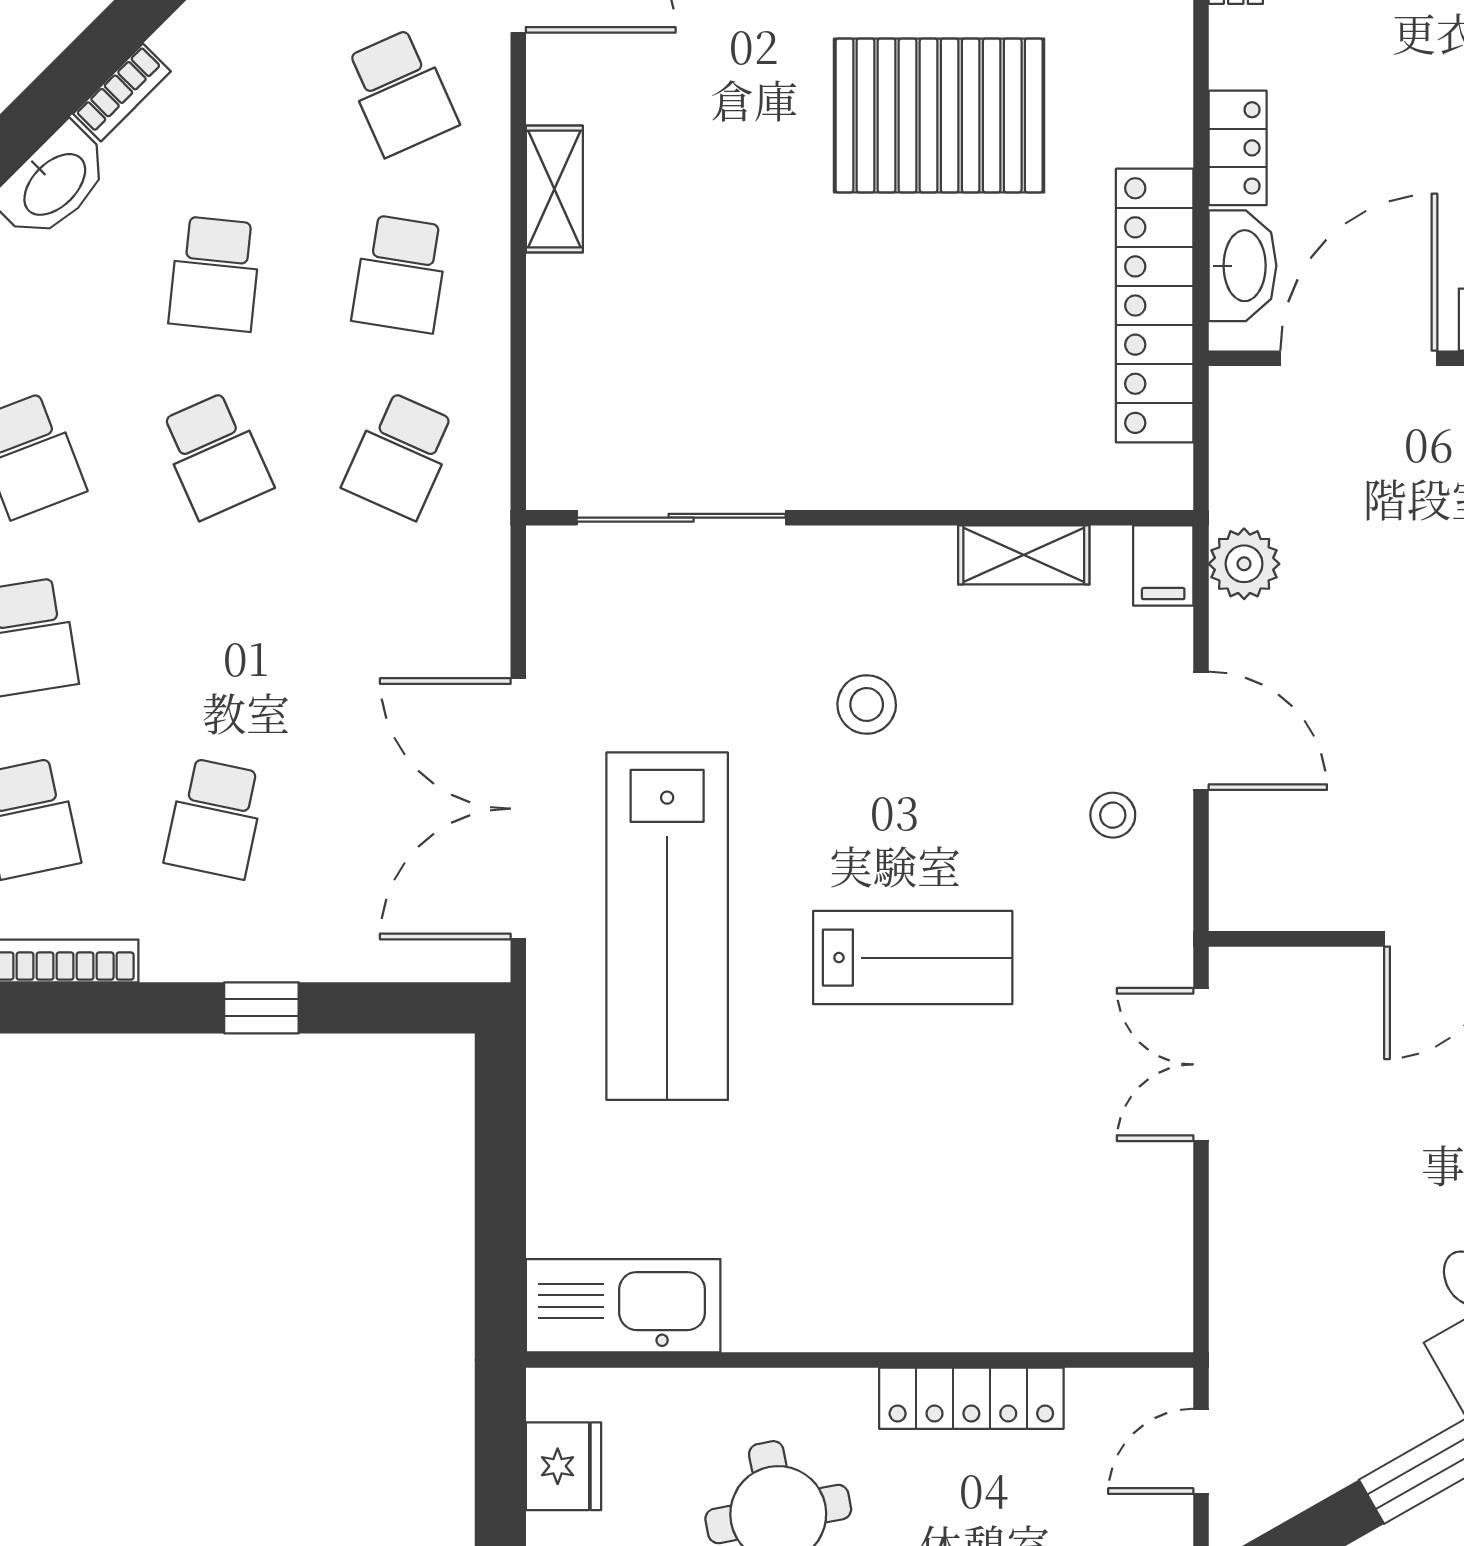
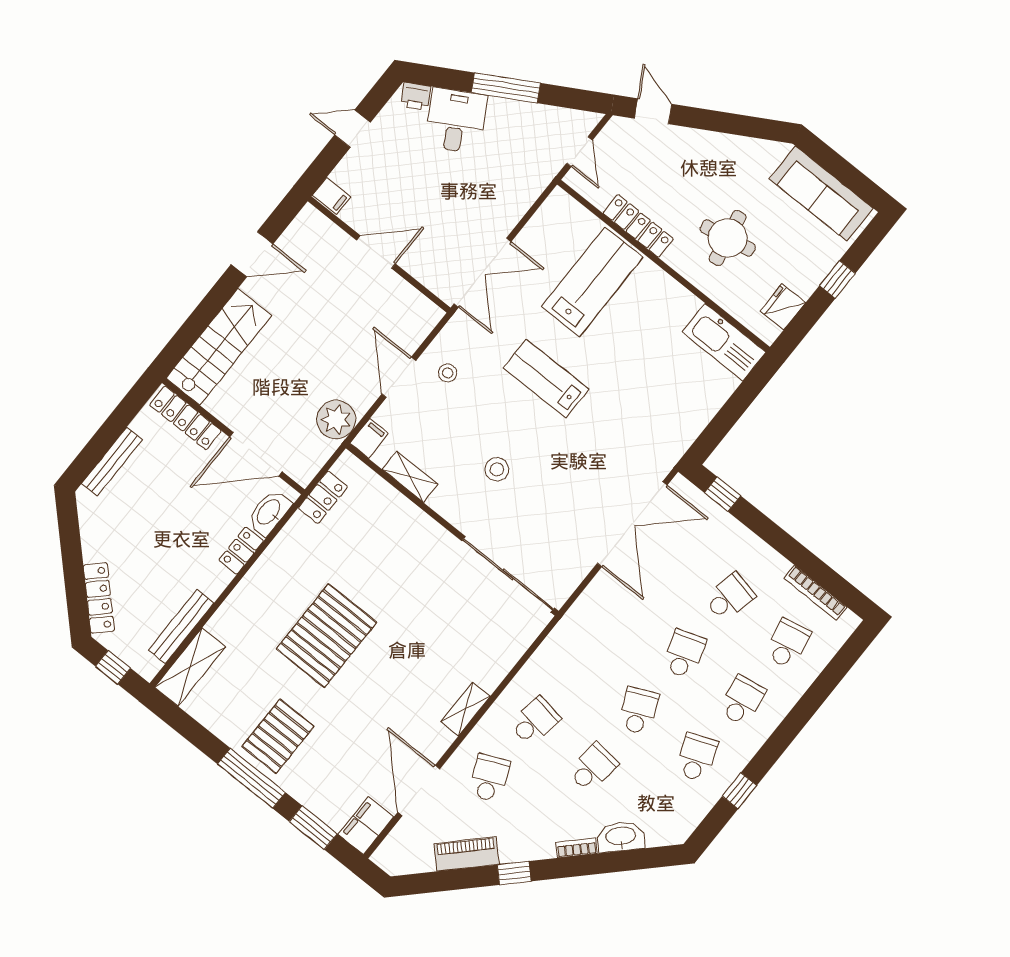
pallet: (939, 115) -> (326, 636), turned 90
locker: (1155, 306) -> (323, 497), width x0.46, depth x0.83
school desk: (400, 455) -> (684, 654), moved, turned -42
sliding door: (681, 518) -> (508, 574), width x1.36
plant: (1244, 564) -> (336, 420), width x1.36, depth x1.36
lab bench: (667, 926) -> (592, 282), moved, width x0.73
window: (261, 1008) -> (723, 494), moved
double door: (1201, 1064) -> (482, 273), width x1.37
door: (1201, 1451) -> (580, 152), hinge flipped

